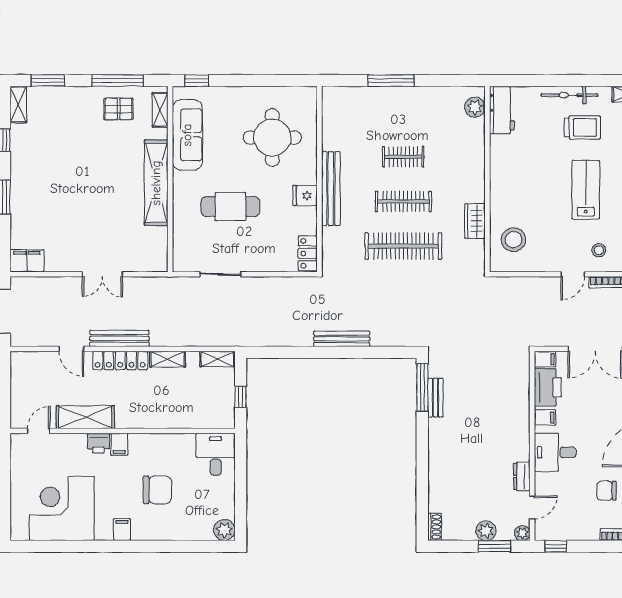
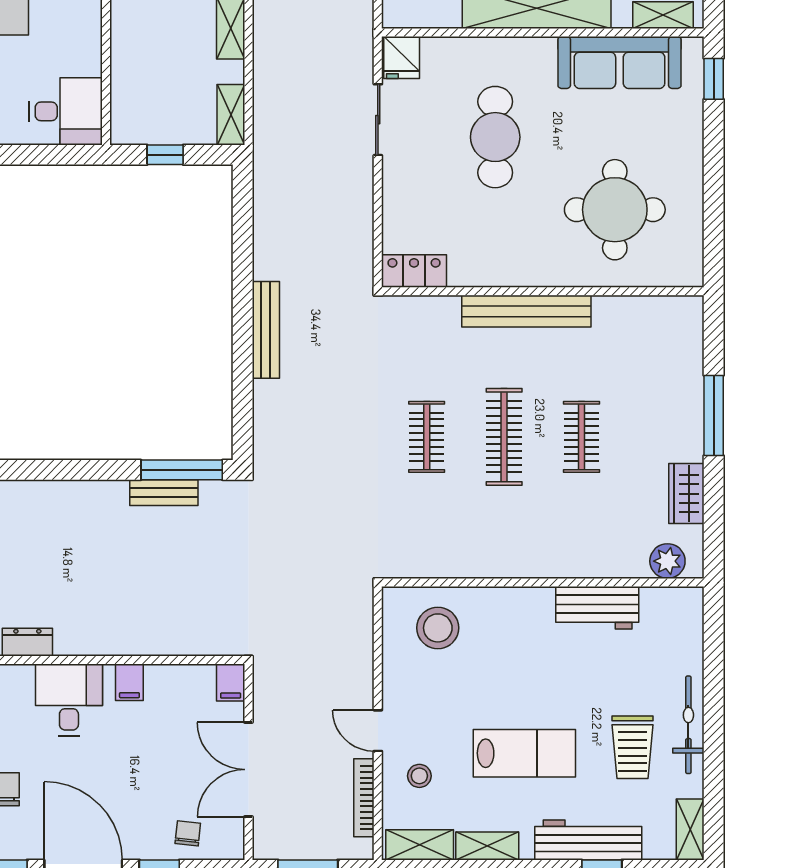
workbench: (502, 110) -> (597, 608), moved
fridge: (305, 196) -> (402, 57), moved, turned 180
wardrobe: (475, 221) -> (686, 494), moved, turned -90
clothes rail: (403, 246) -> (427, 437), width x0.54, depth x0.76
printer: (548, 387) -> (182, 687), removed

